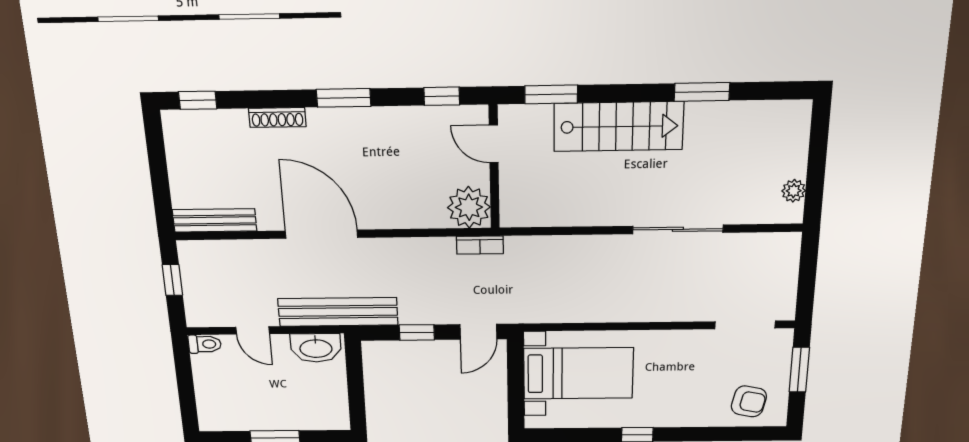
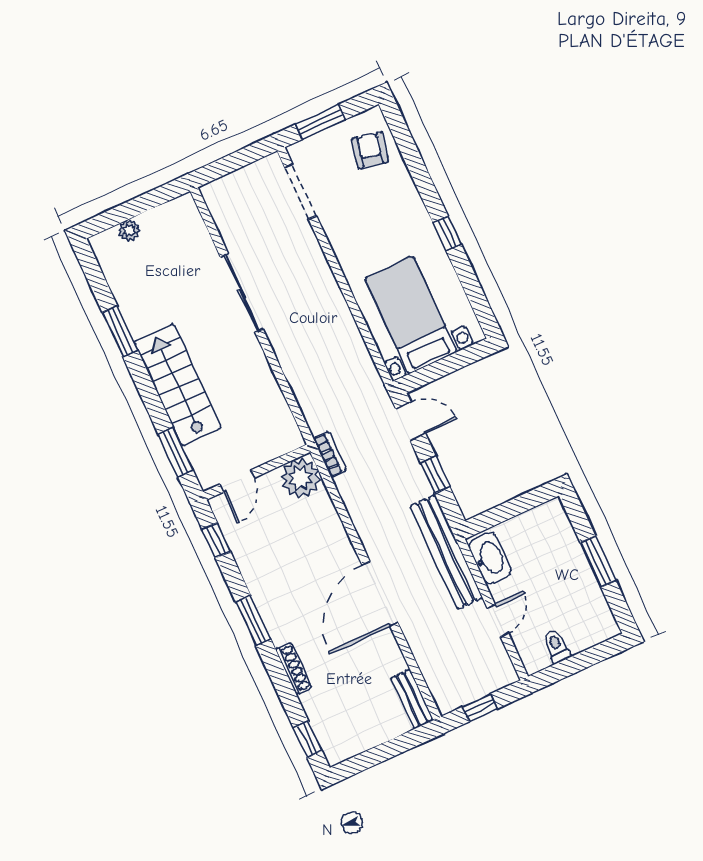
plant: (794, 191) -> (129, 231), moved
bench: (215, 220) -> (412, 699), width x0.73
toilet: (205, 344) -> (557, 646), moved

